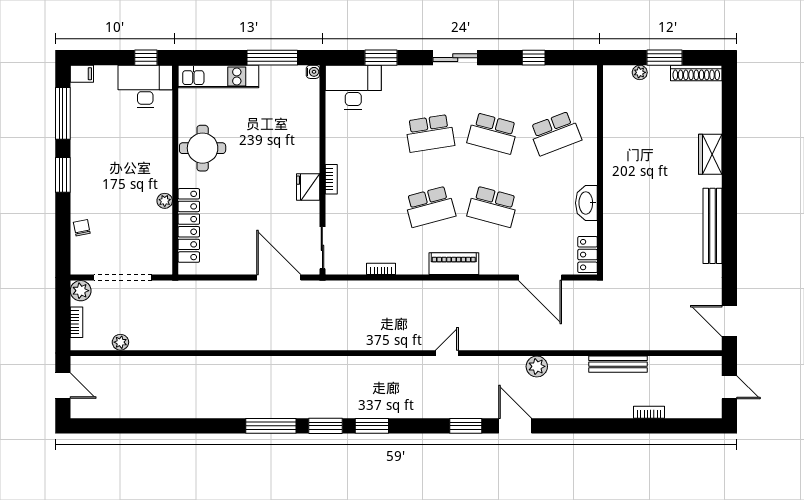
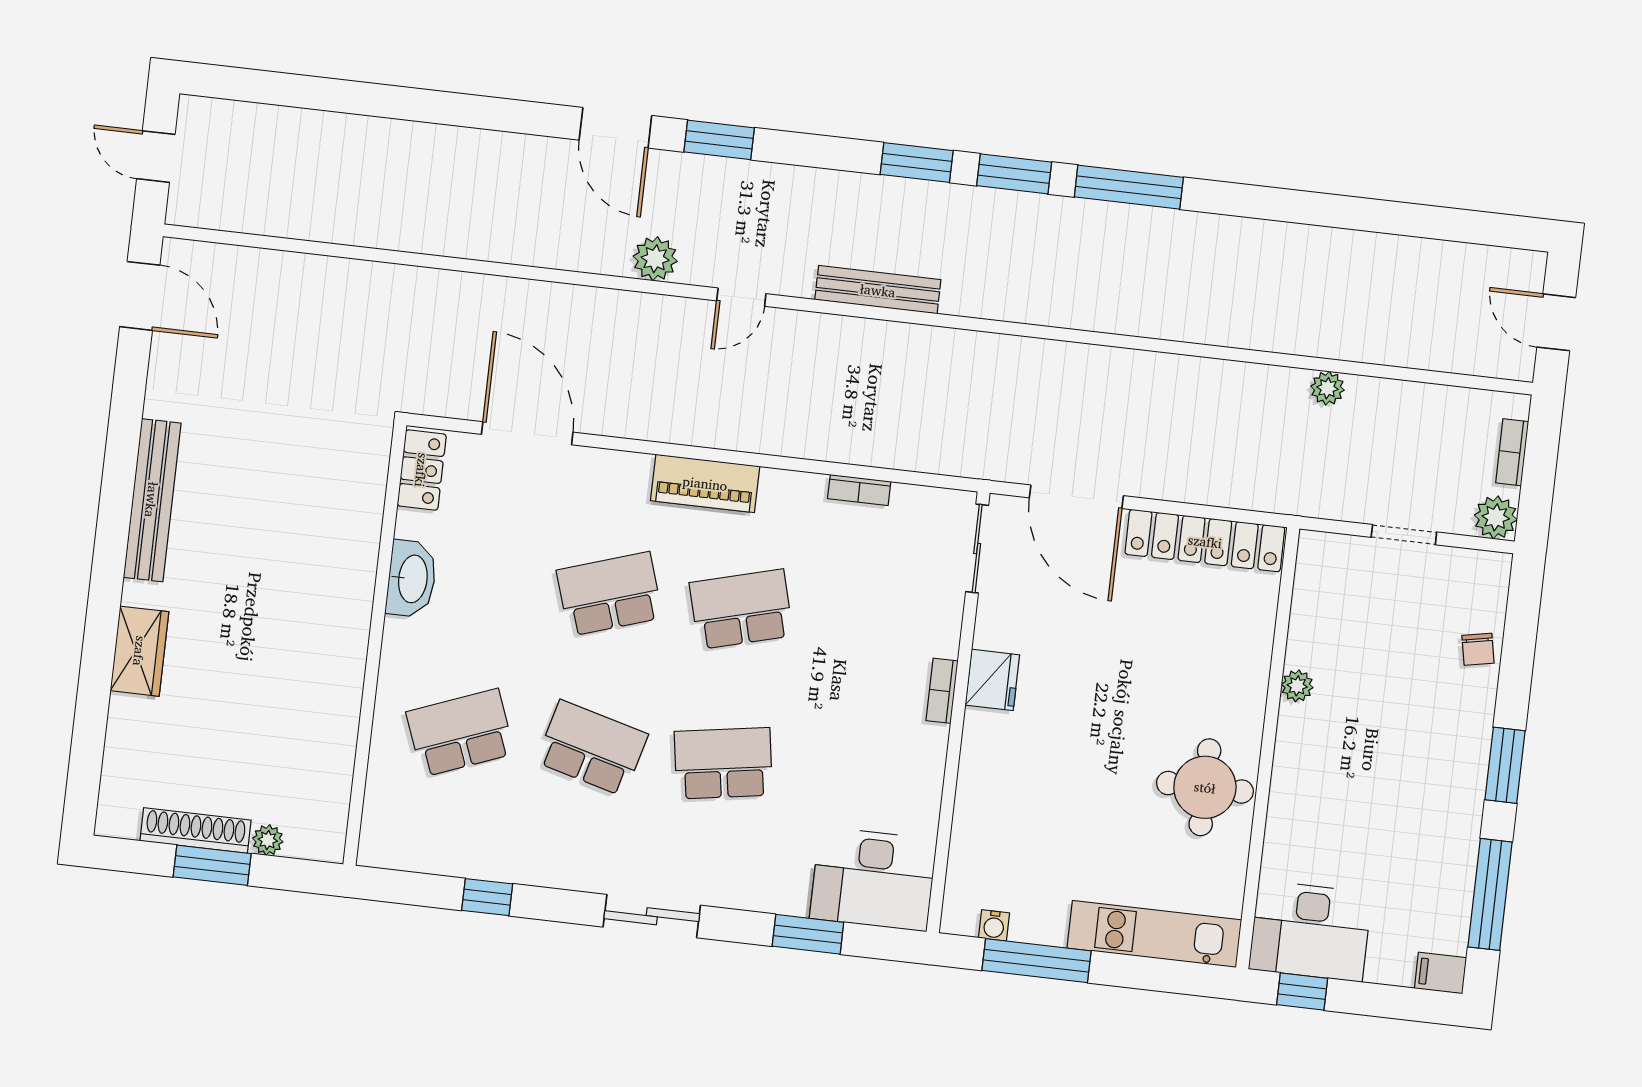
water cooler: (313, 72) -> (994, 925), moved, turned -90
shoe rack: (696, 73) -> (196, 830), moved
school desk: (493, 207) -> (610, 594), turned -33
locker: (189, 225) -> (1205, 541), moved, turned -90
doorway: (123, 278) -> (1404, 535), width x0.53
plant: (120, 342) -> (1327, 388), moved
bench: (618, 364) -> (878, 290), moved
plant: (537, 366) -> (655, 259), moved
bookcase: (649, 412) -> (331, 124), removed

